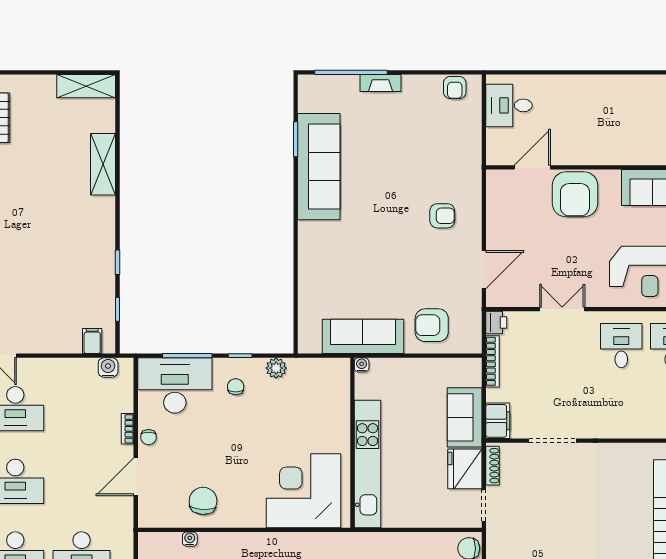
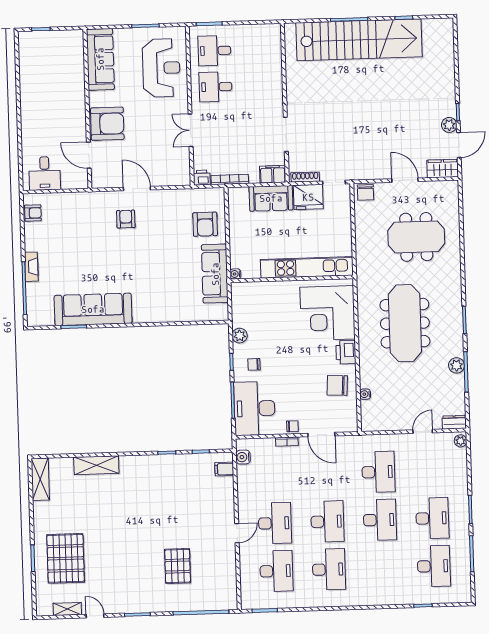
door: (484, 270) -> (137, 189), moved
printer: (249, 514) -> (346, 352), added

